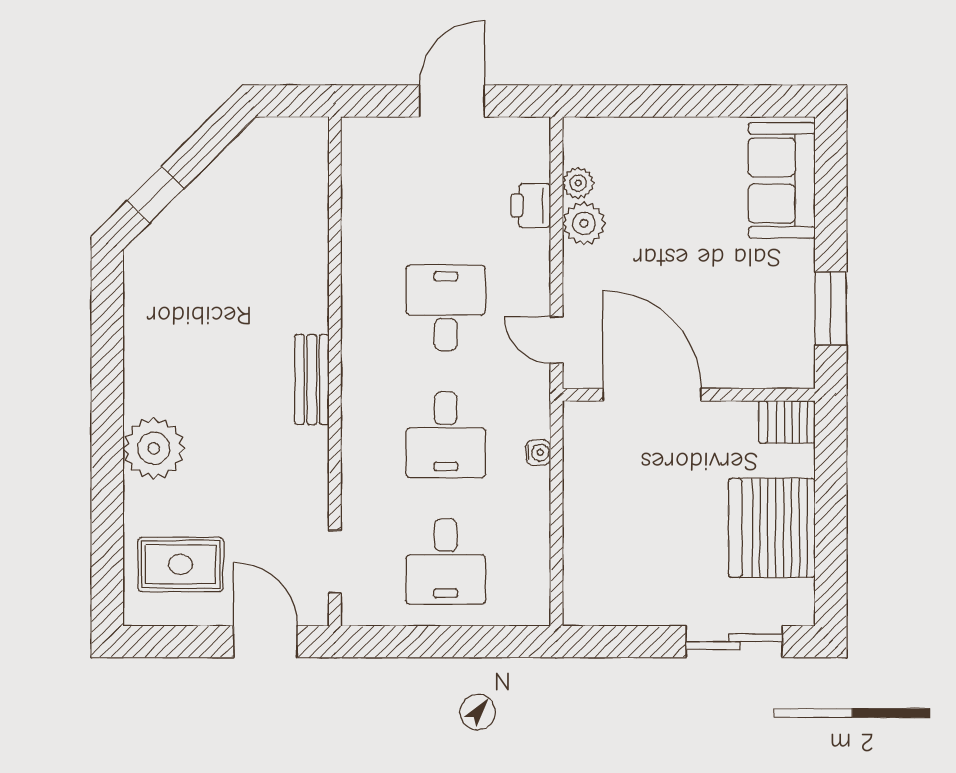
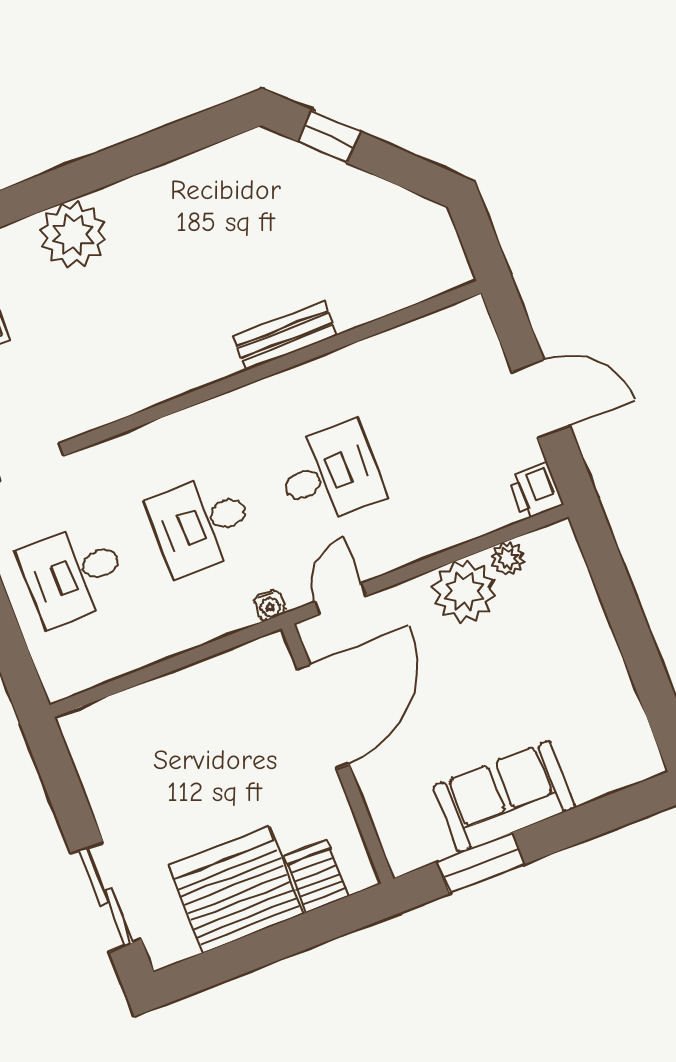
sofa: (782, 180) -> (504, 797), moved
printer: (531, 206) -> (535, 490), moved, turned -90
plant: (584, 223) -> (464, 591), width x1.36, depth x1.36
bench: (312, 379) -> (285, 336), moved
server rack: (787, 422) -> (316, 876), moved
water cooler: (538, 453) -> (269, 605), moved

